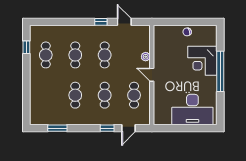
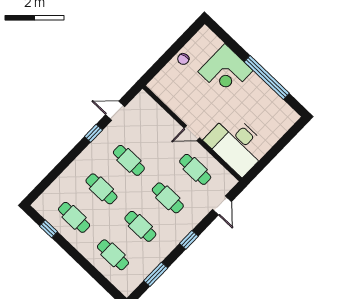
plant: (146, 57) -> (169, 122), removed
window: (220, 71) -> (267, 78), moved
cafe table: (46, 95) -> (113, 255), added
desk: (192, 110) -> (236, 144), moved, turned 90
window: (107, 128) -> (189, 240), moved

